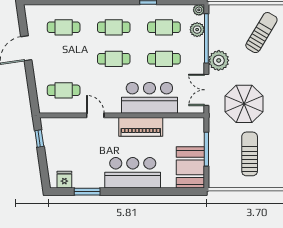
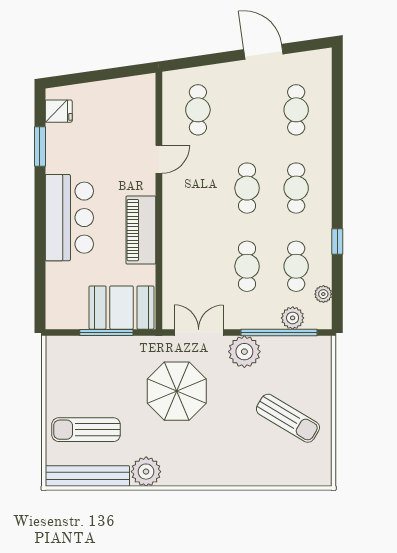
plant: (199, 10) -> (323, 294), moved
bar counter: (149, 98) -> (186, 244), removed
window: (39, 139) -> (123, 72), removed
sun lounger: (250, 154) -> (86, 430), moved, turned 180
booth: (190, 167) -> (121, 308), moved

